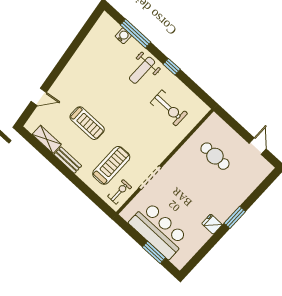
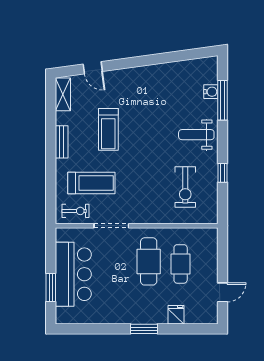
window: (172, 67) -> (223, 173), moved
shelving: (47, 139) -> (63, 94), moved
cafe table: (195, 175) -> (149, 261), added
fridge: (212, 224) -> (176, 315), moved

